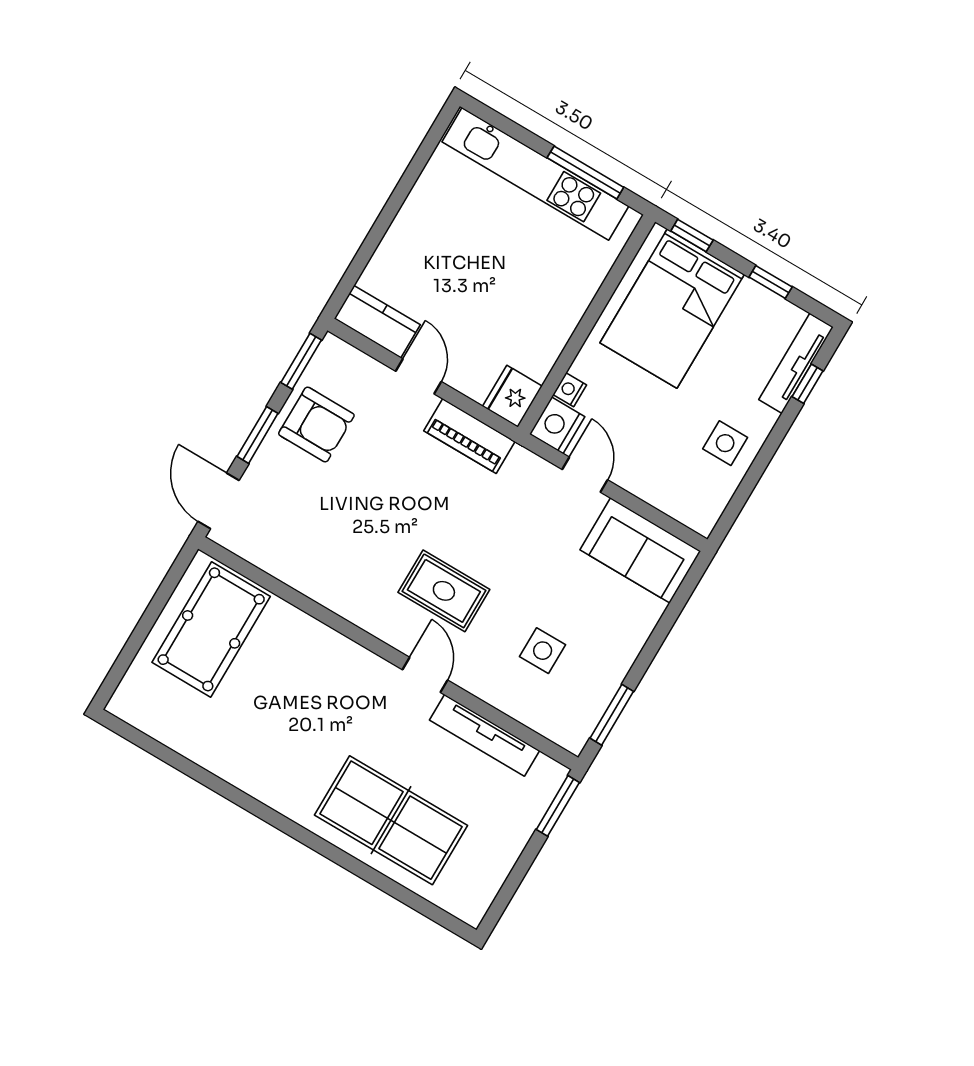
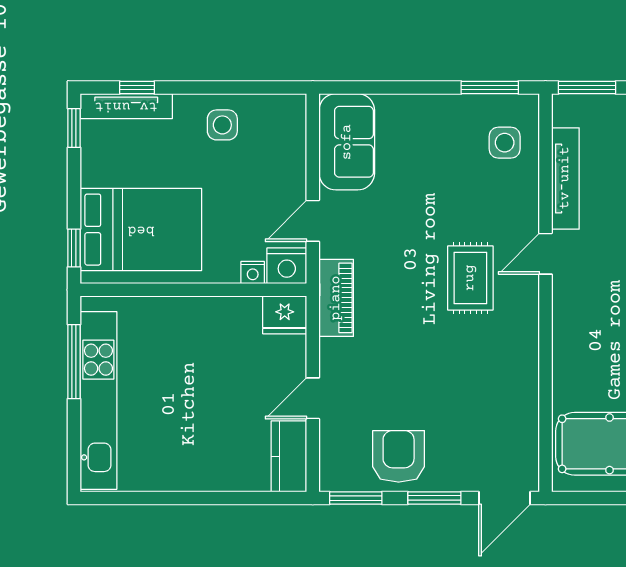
window: (771, 282) -> (74, 128), moved
piano: (469, 436) -> (336, 298), moved
side table: (543, 651) -> (505, 143), moved

